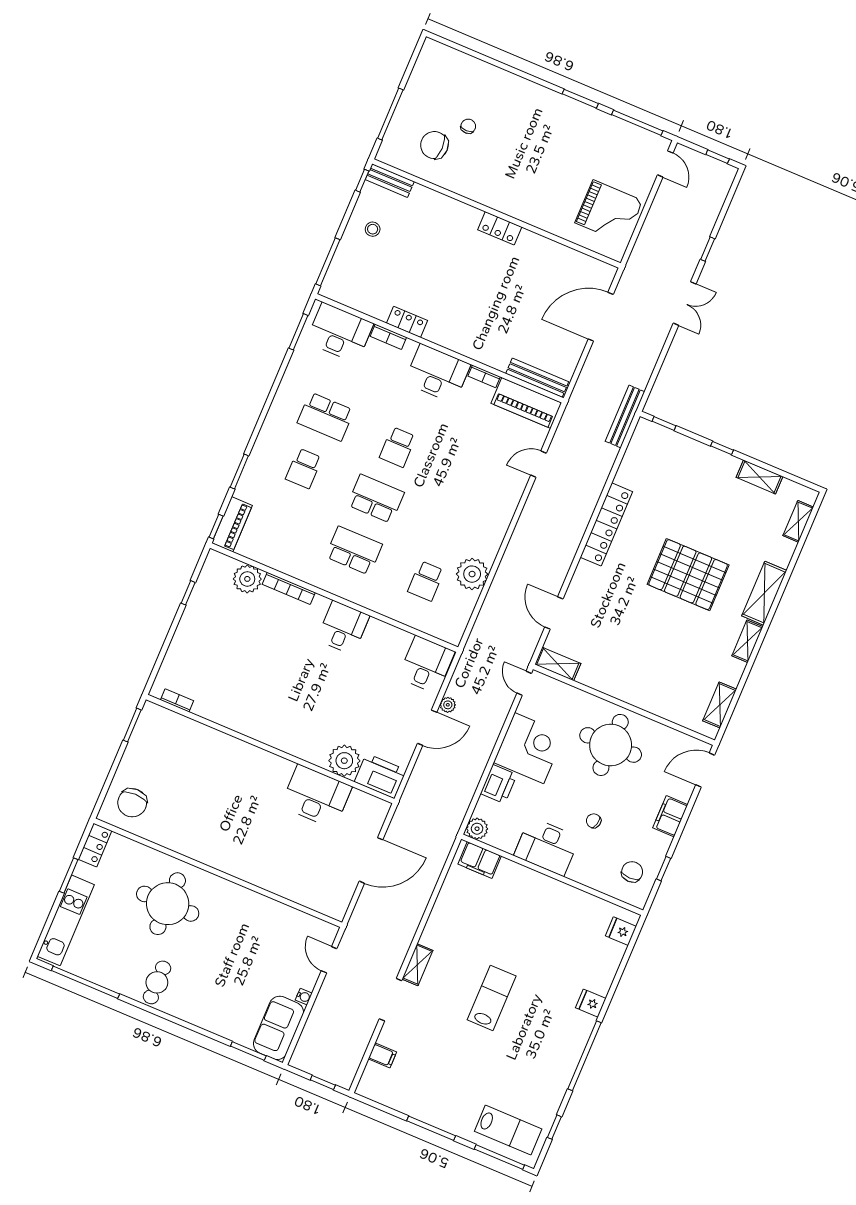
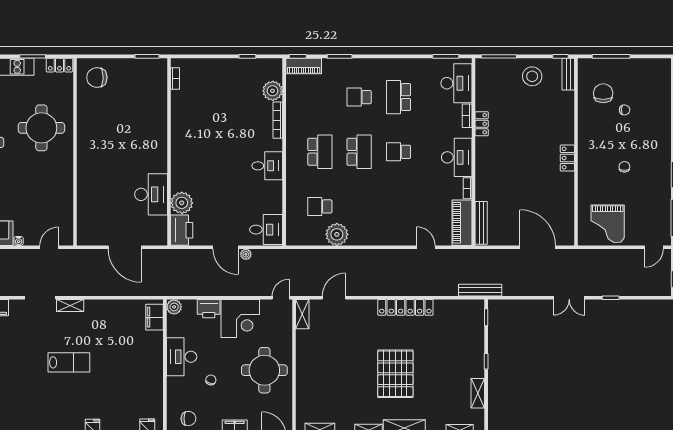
chair: (543, 158) -> (624, 167), added
stool: (373, 229) -> (532, 76), width x1.89, depth x1.89

